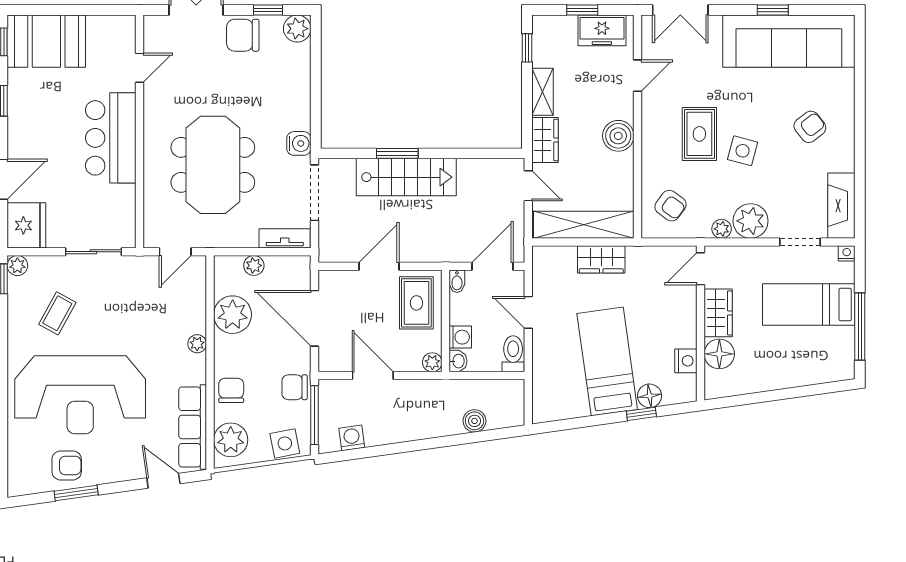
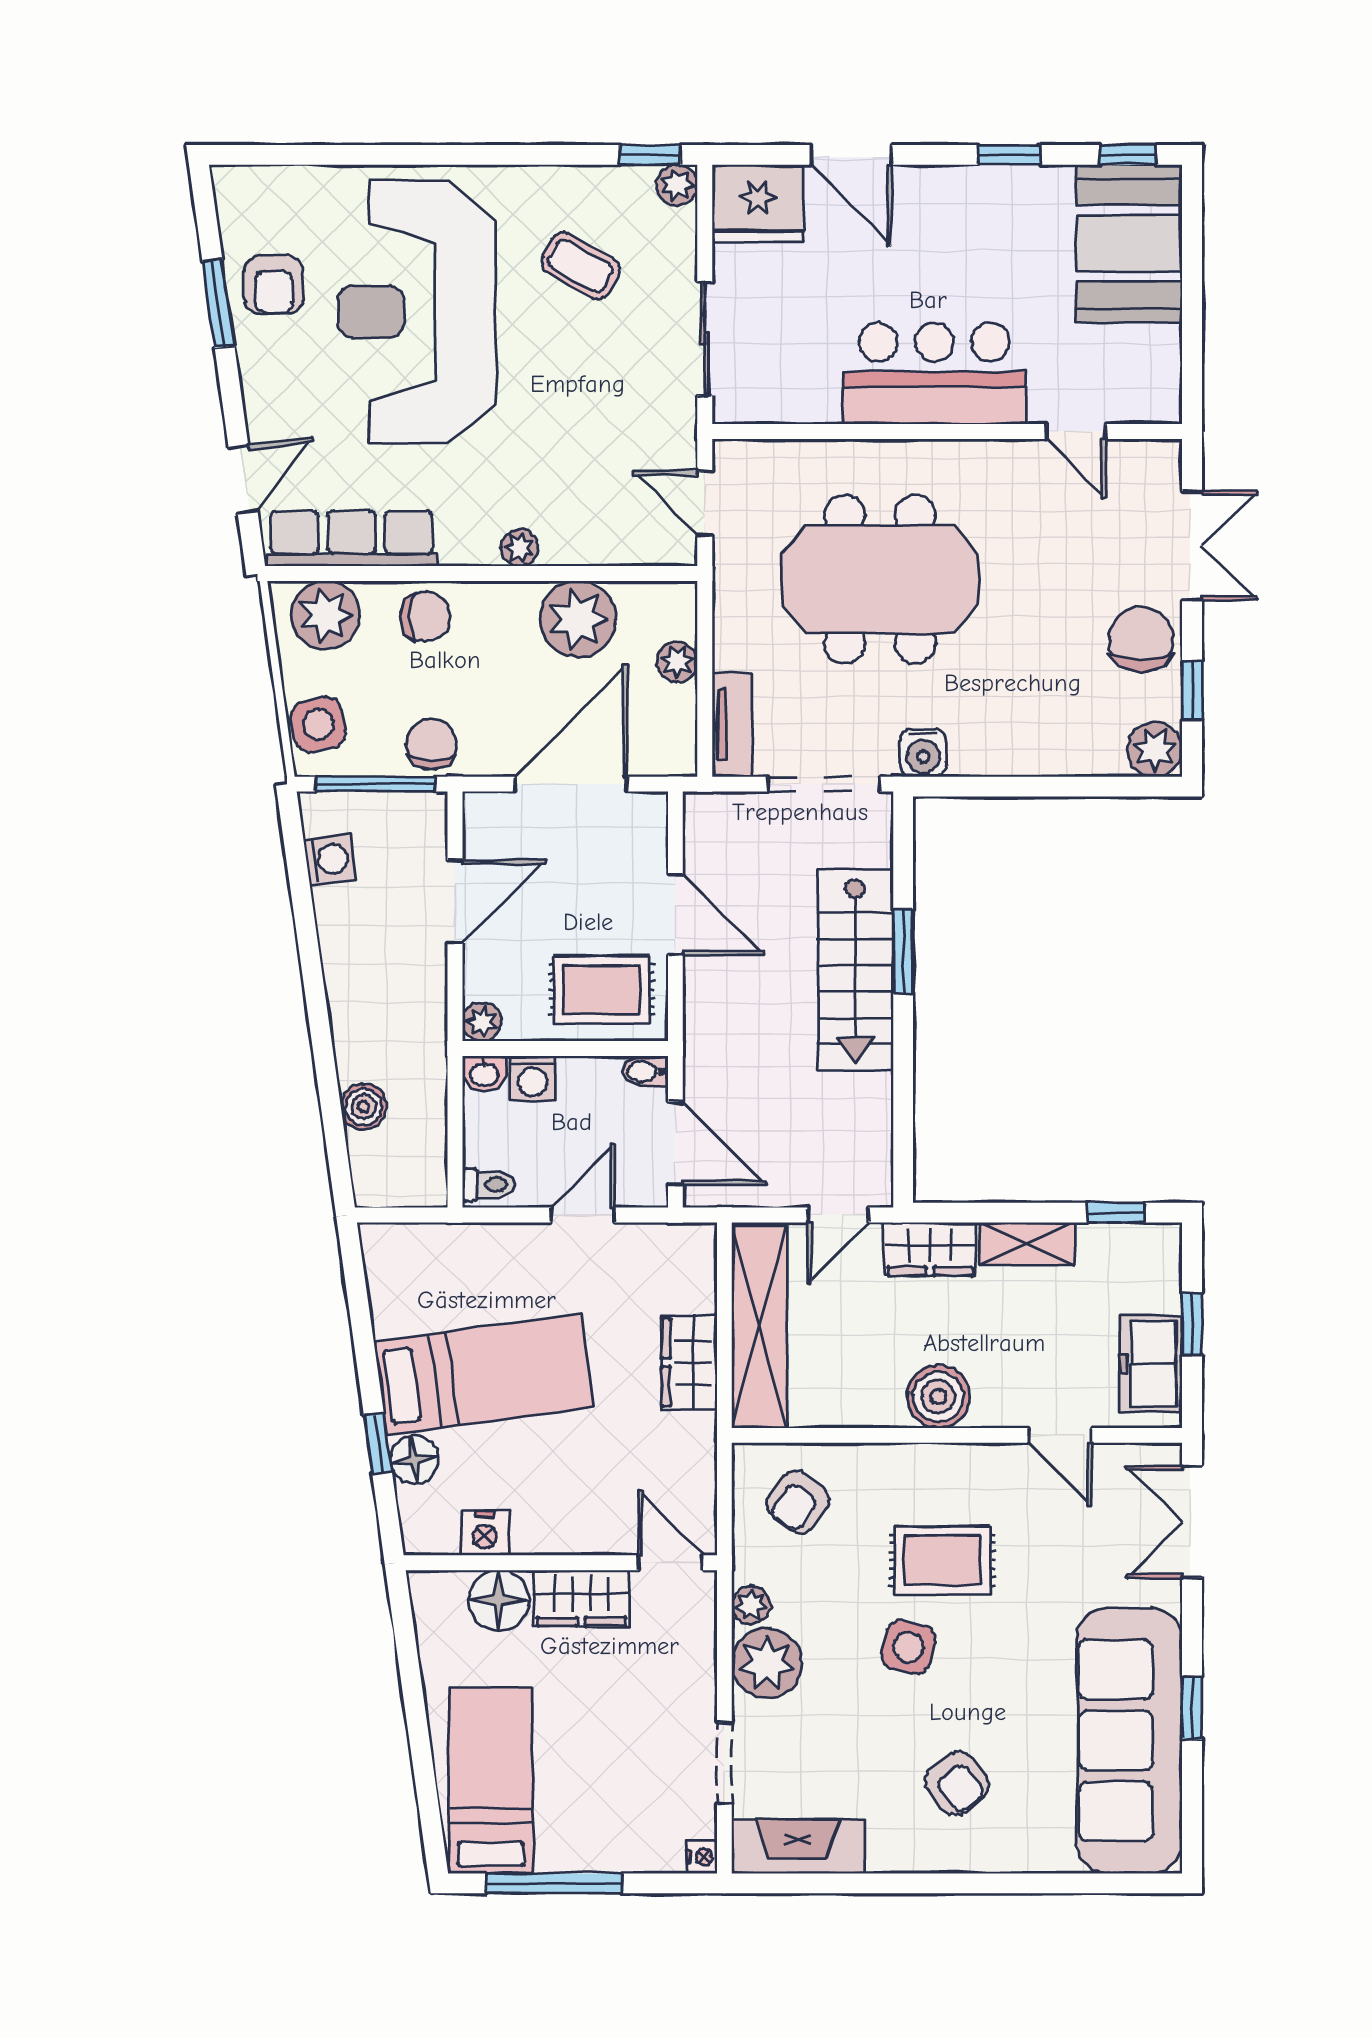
bed: (809, 304) -> (491, 1781), moved
toilet: (513, 354) -> (489, 1185), width x0.73, depth x0.72

